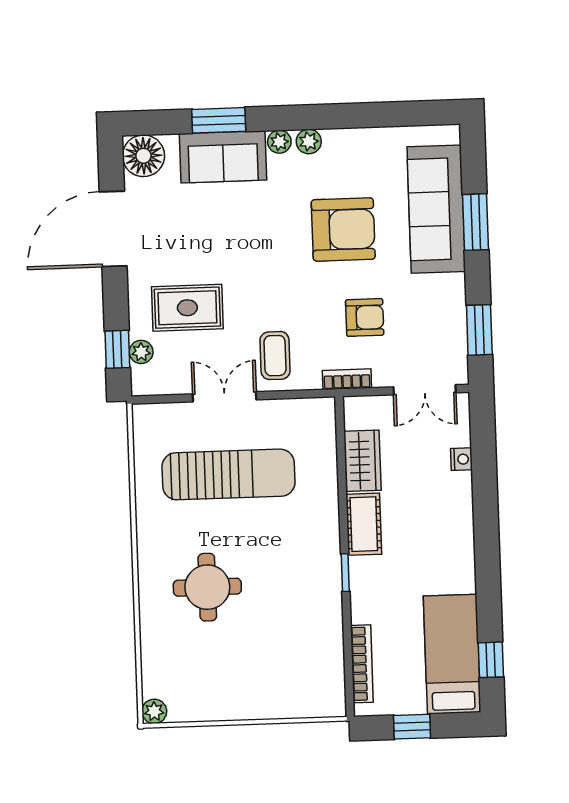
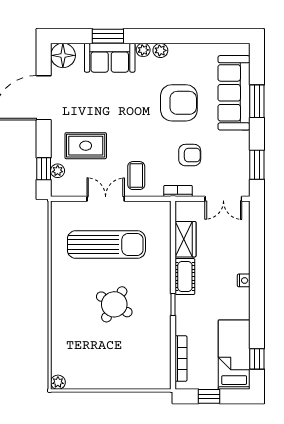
nightstand: (461, 459) -> (244, 280), moved
round table: (207, 587) -> (114, 304), moved, turned 31

